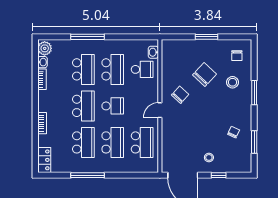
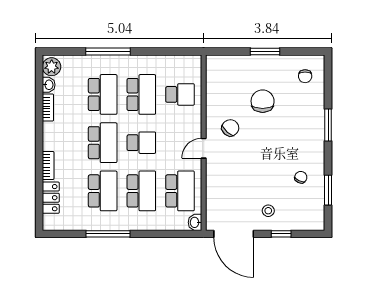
washbasin: (153, 52) -> (195, 222), moved
chair: (205, 74) -> (263, 101), turned -43
stool: (233, 82) -> (299, 111), removed
locker: (44, 160) -> (51, 198), moved

